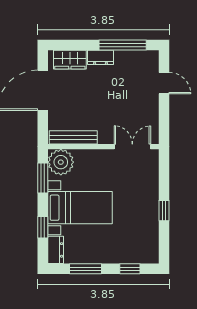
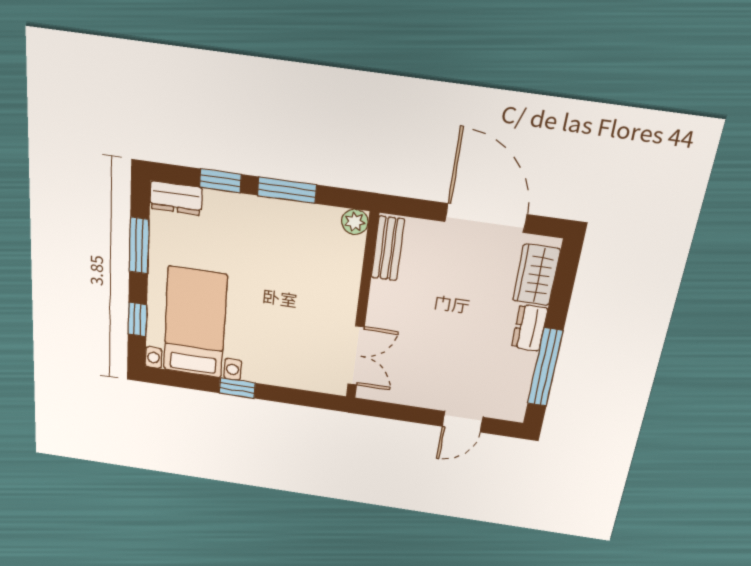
bench: (73, 137) -> (388, 248), width x0.73
plant: (61, 162) -> (355, 222), width x0.53, depth x0.53
window: (43, 178) -> (287, 190), moved
bed with nightstands: (80, 208) -> (195, 323), moved, turned 180

